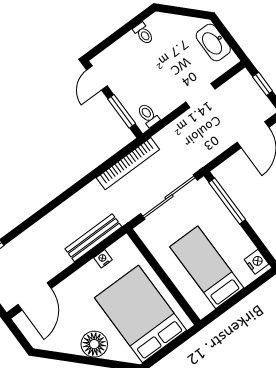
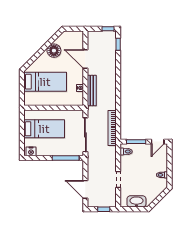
door: (97, 78) -> (158, 142), swing flipped
door: (35, 296) -> (85, 59), moved
bed: (140, 314) -> (45, 82), width x0.67
floor lamp: (94, 344) -> (54, 51), moved

